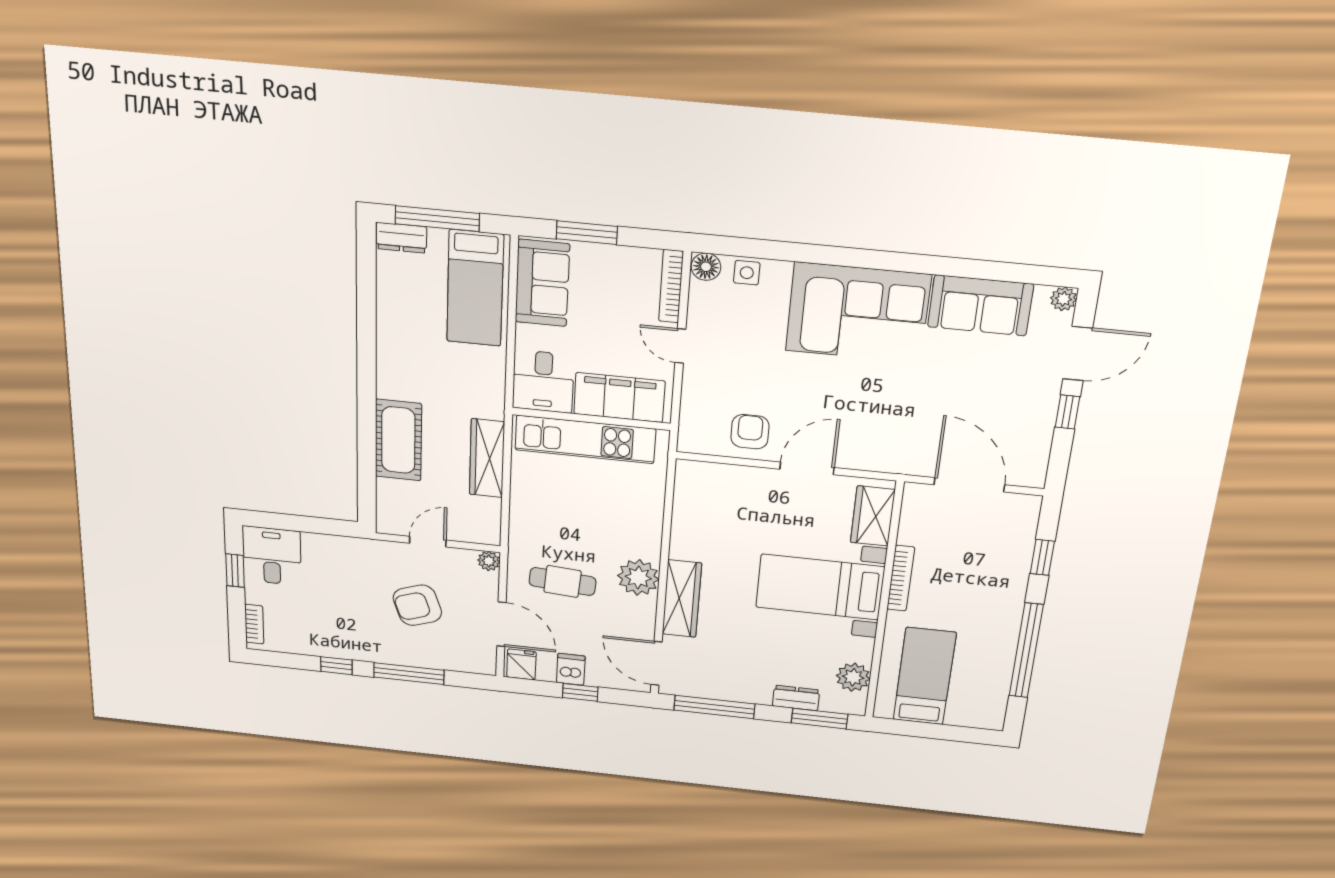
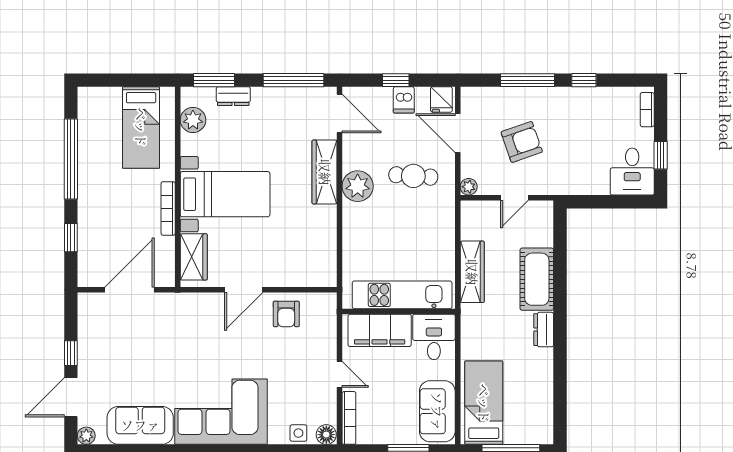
dresser: (401, 238) -> (544, 330), moved, turned -90
door: (969, 485) -> (130, 290), swing flipped

